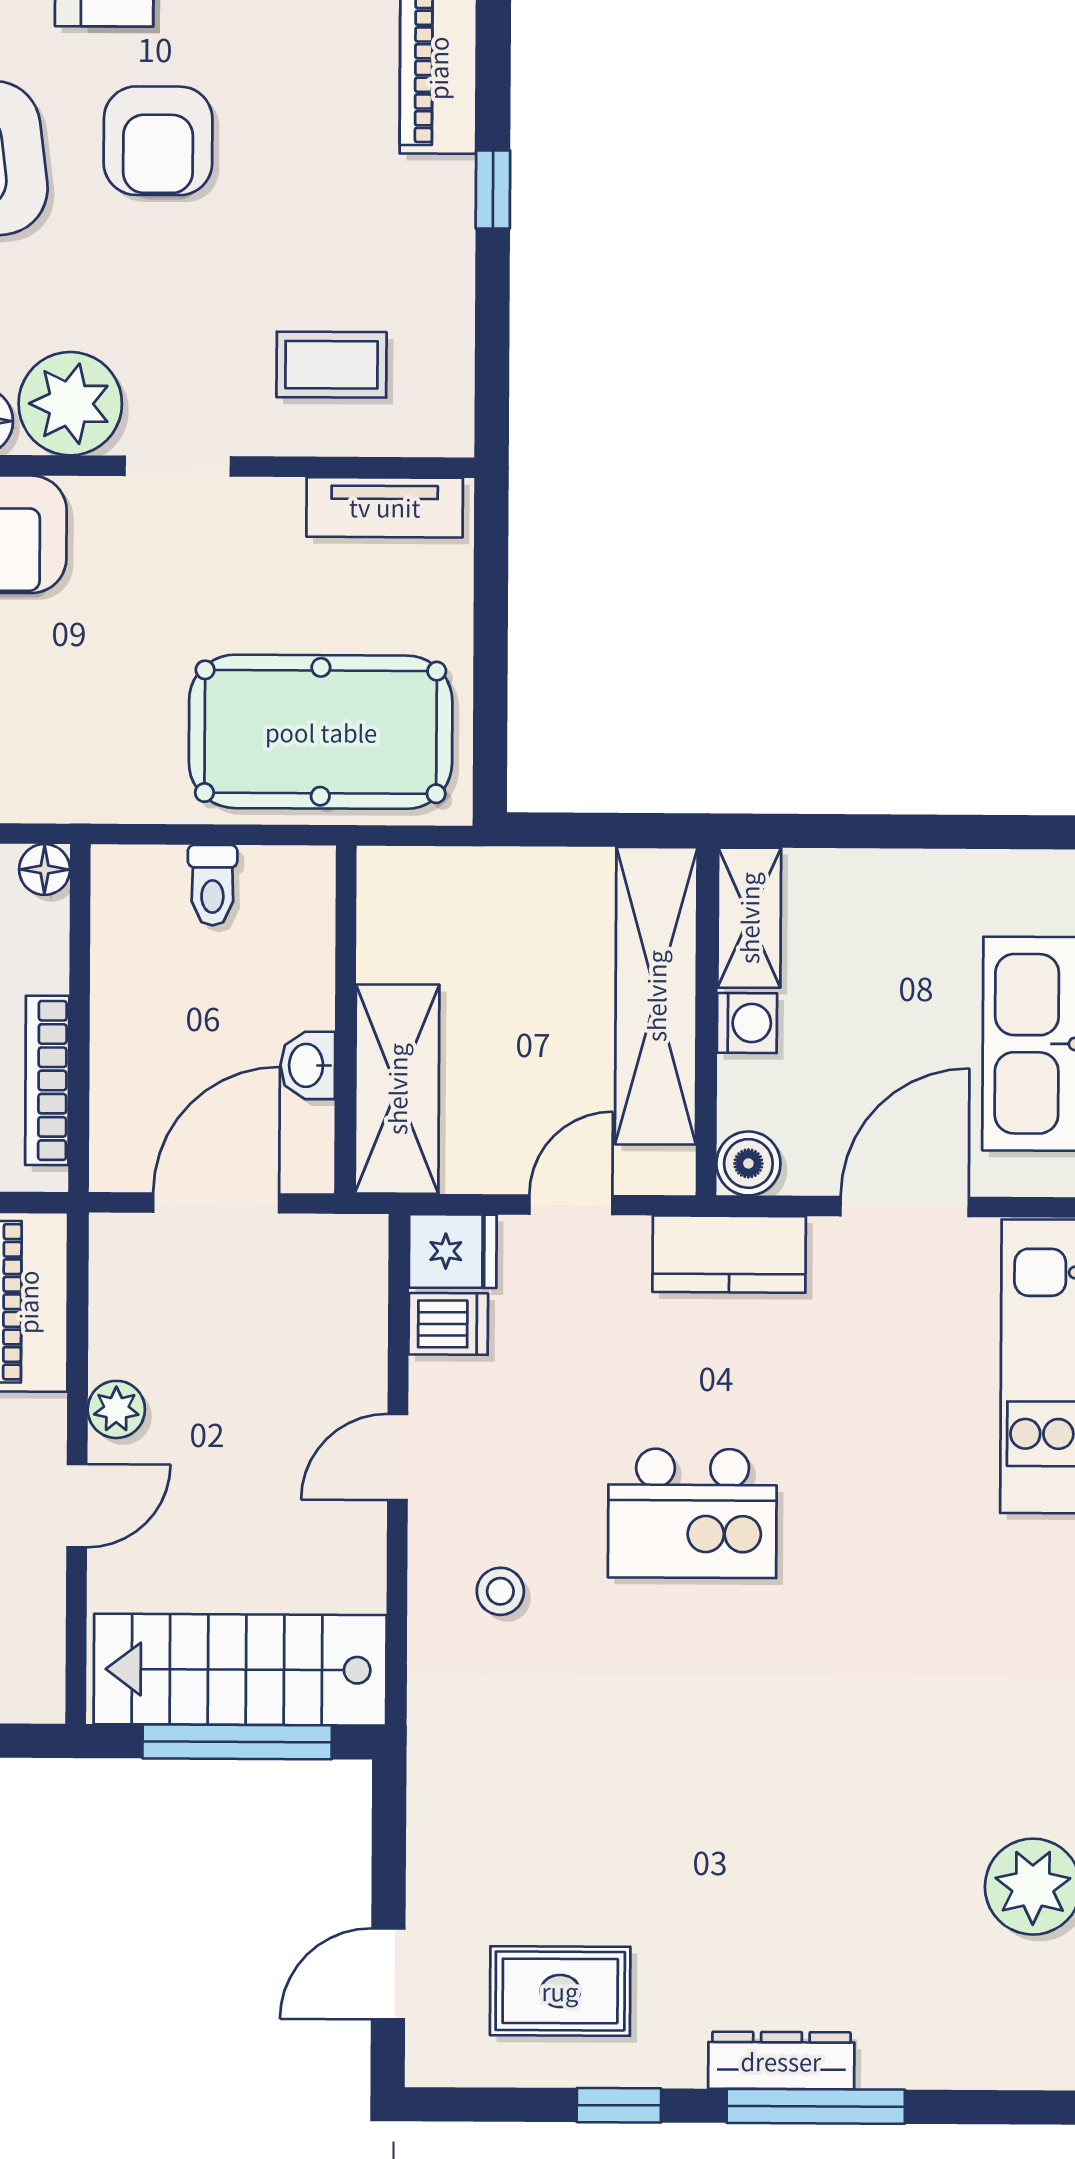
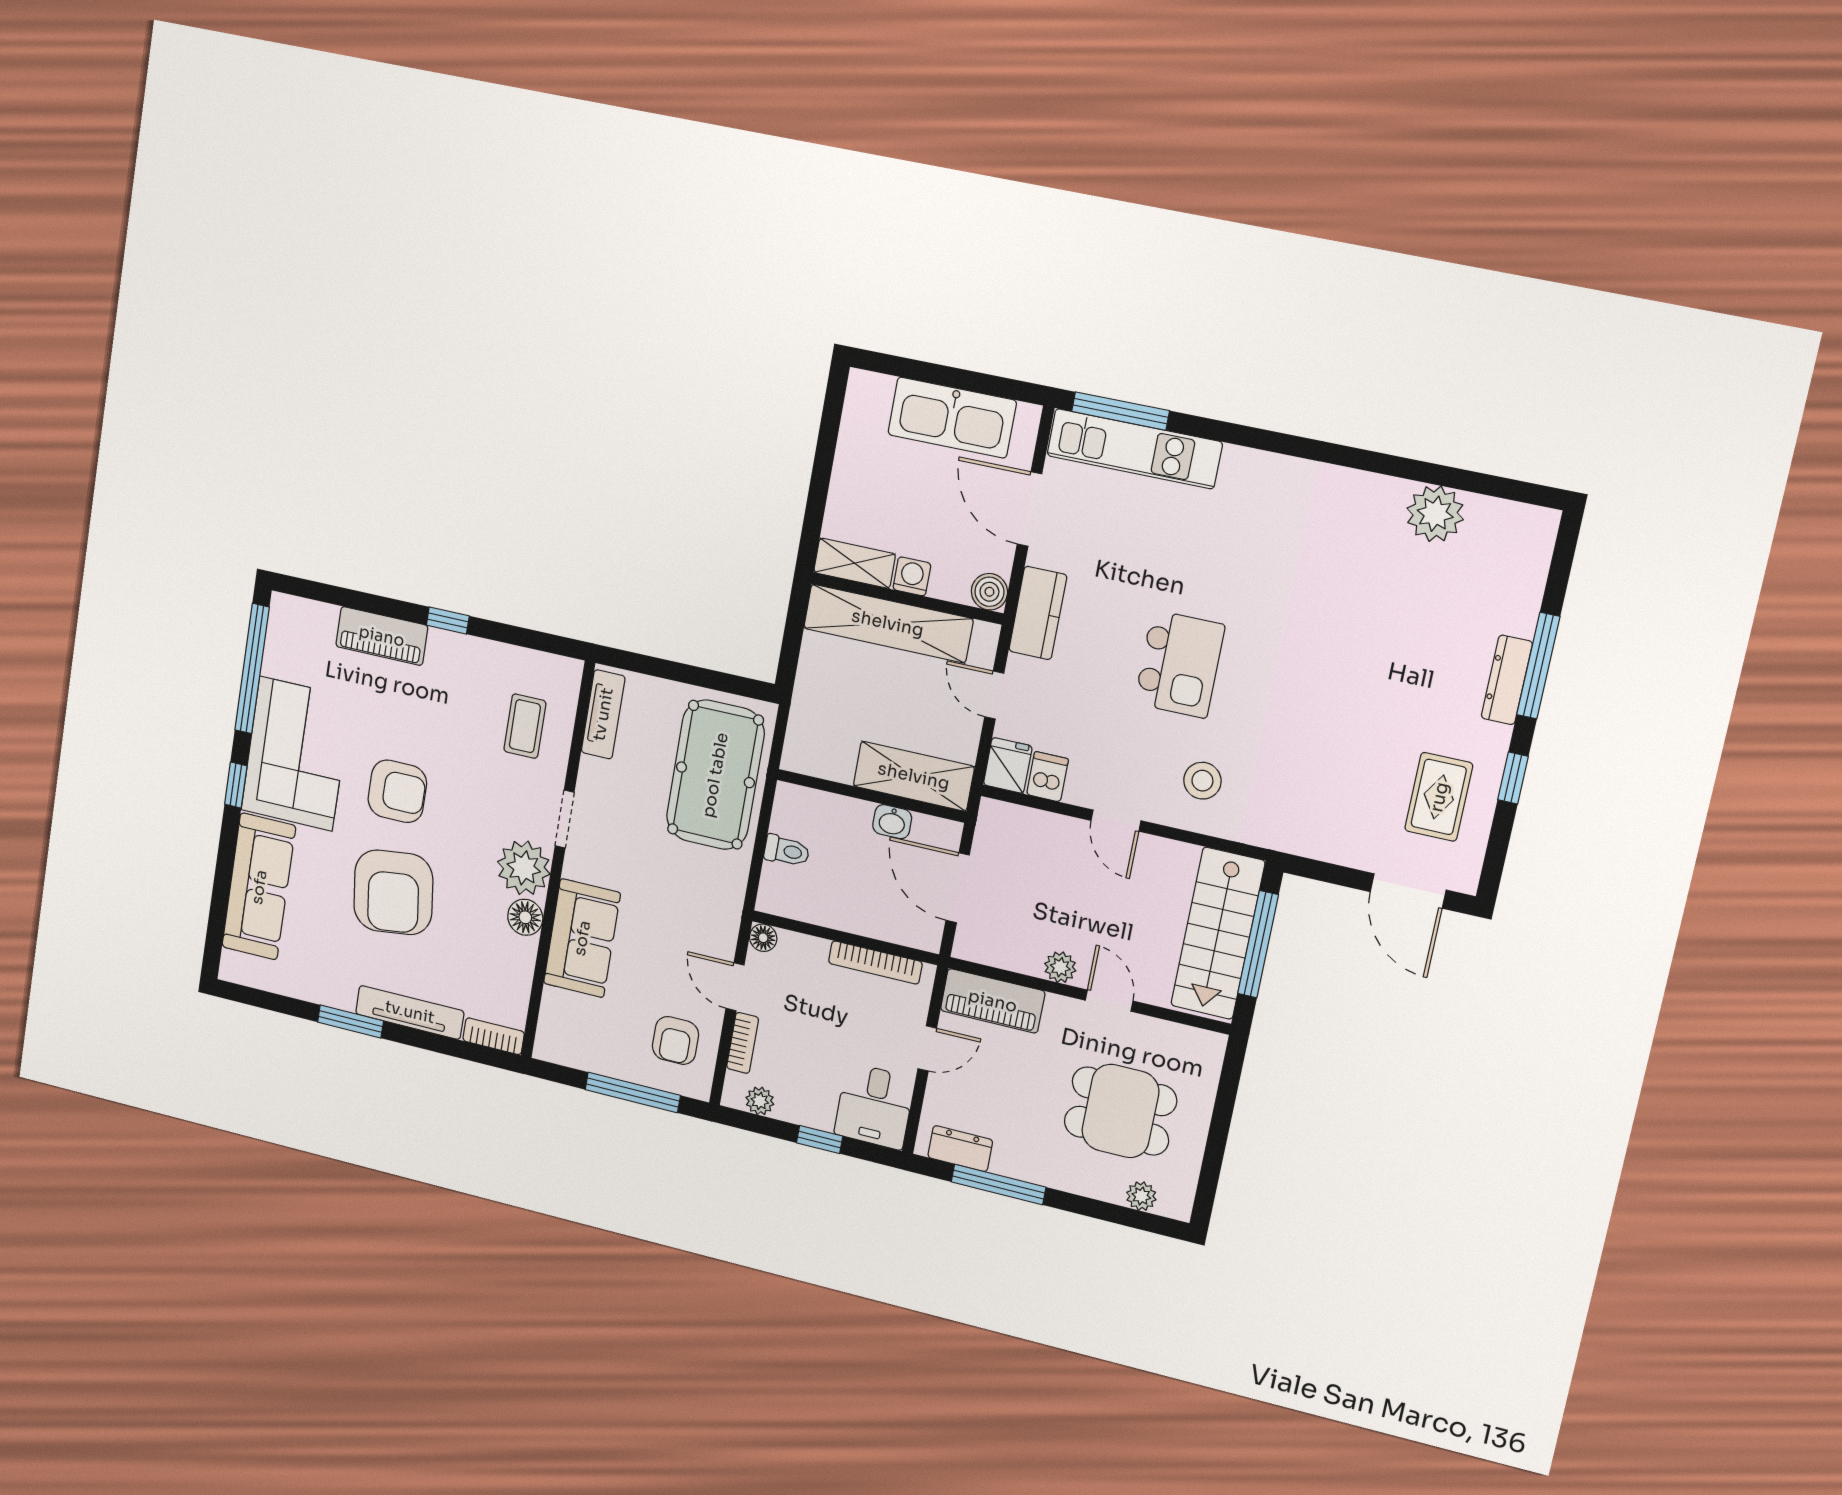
stool: (500, 1591) -> (1202, 781), width x1.37, depth x1.37
door: (388, 1974) -> (1408, 891), width x1.38

